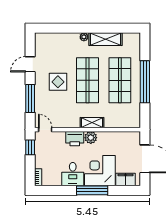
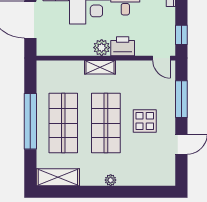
shelving: (105, 39) -> (58, 177), moved

